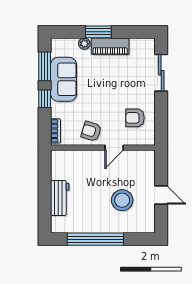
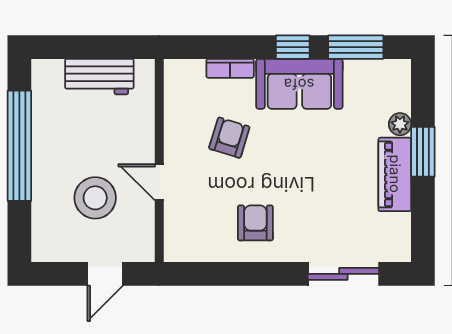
sofa: (64, 79) -> (299, 84), moved
wall: (103, 148) -> (159, 160), moved
door: (114, 148) -> (159, 182), moved

